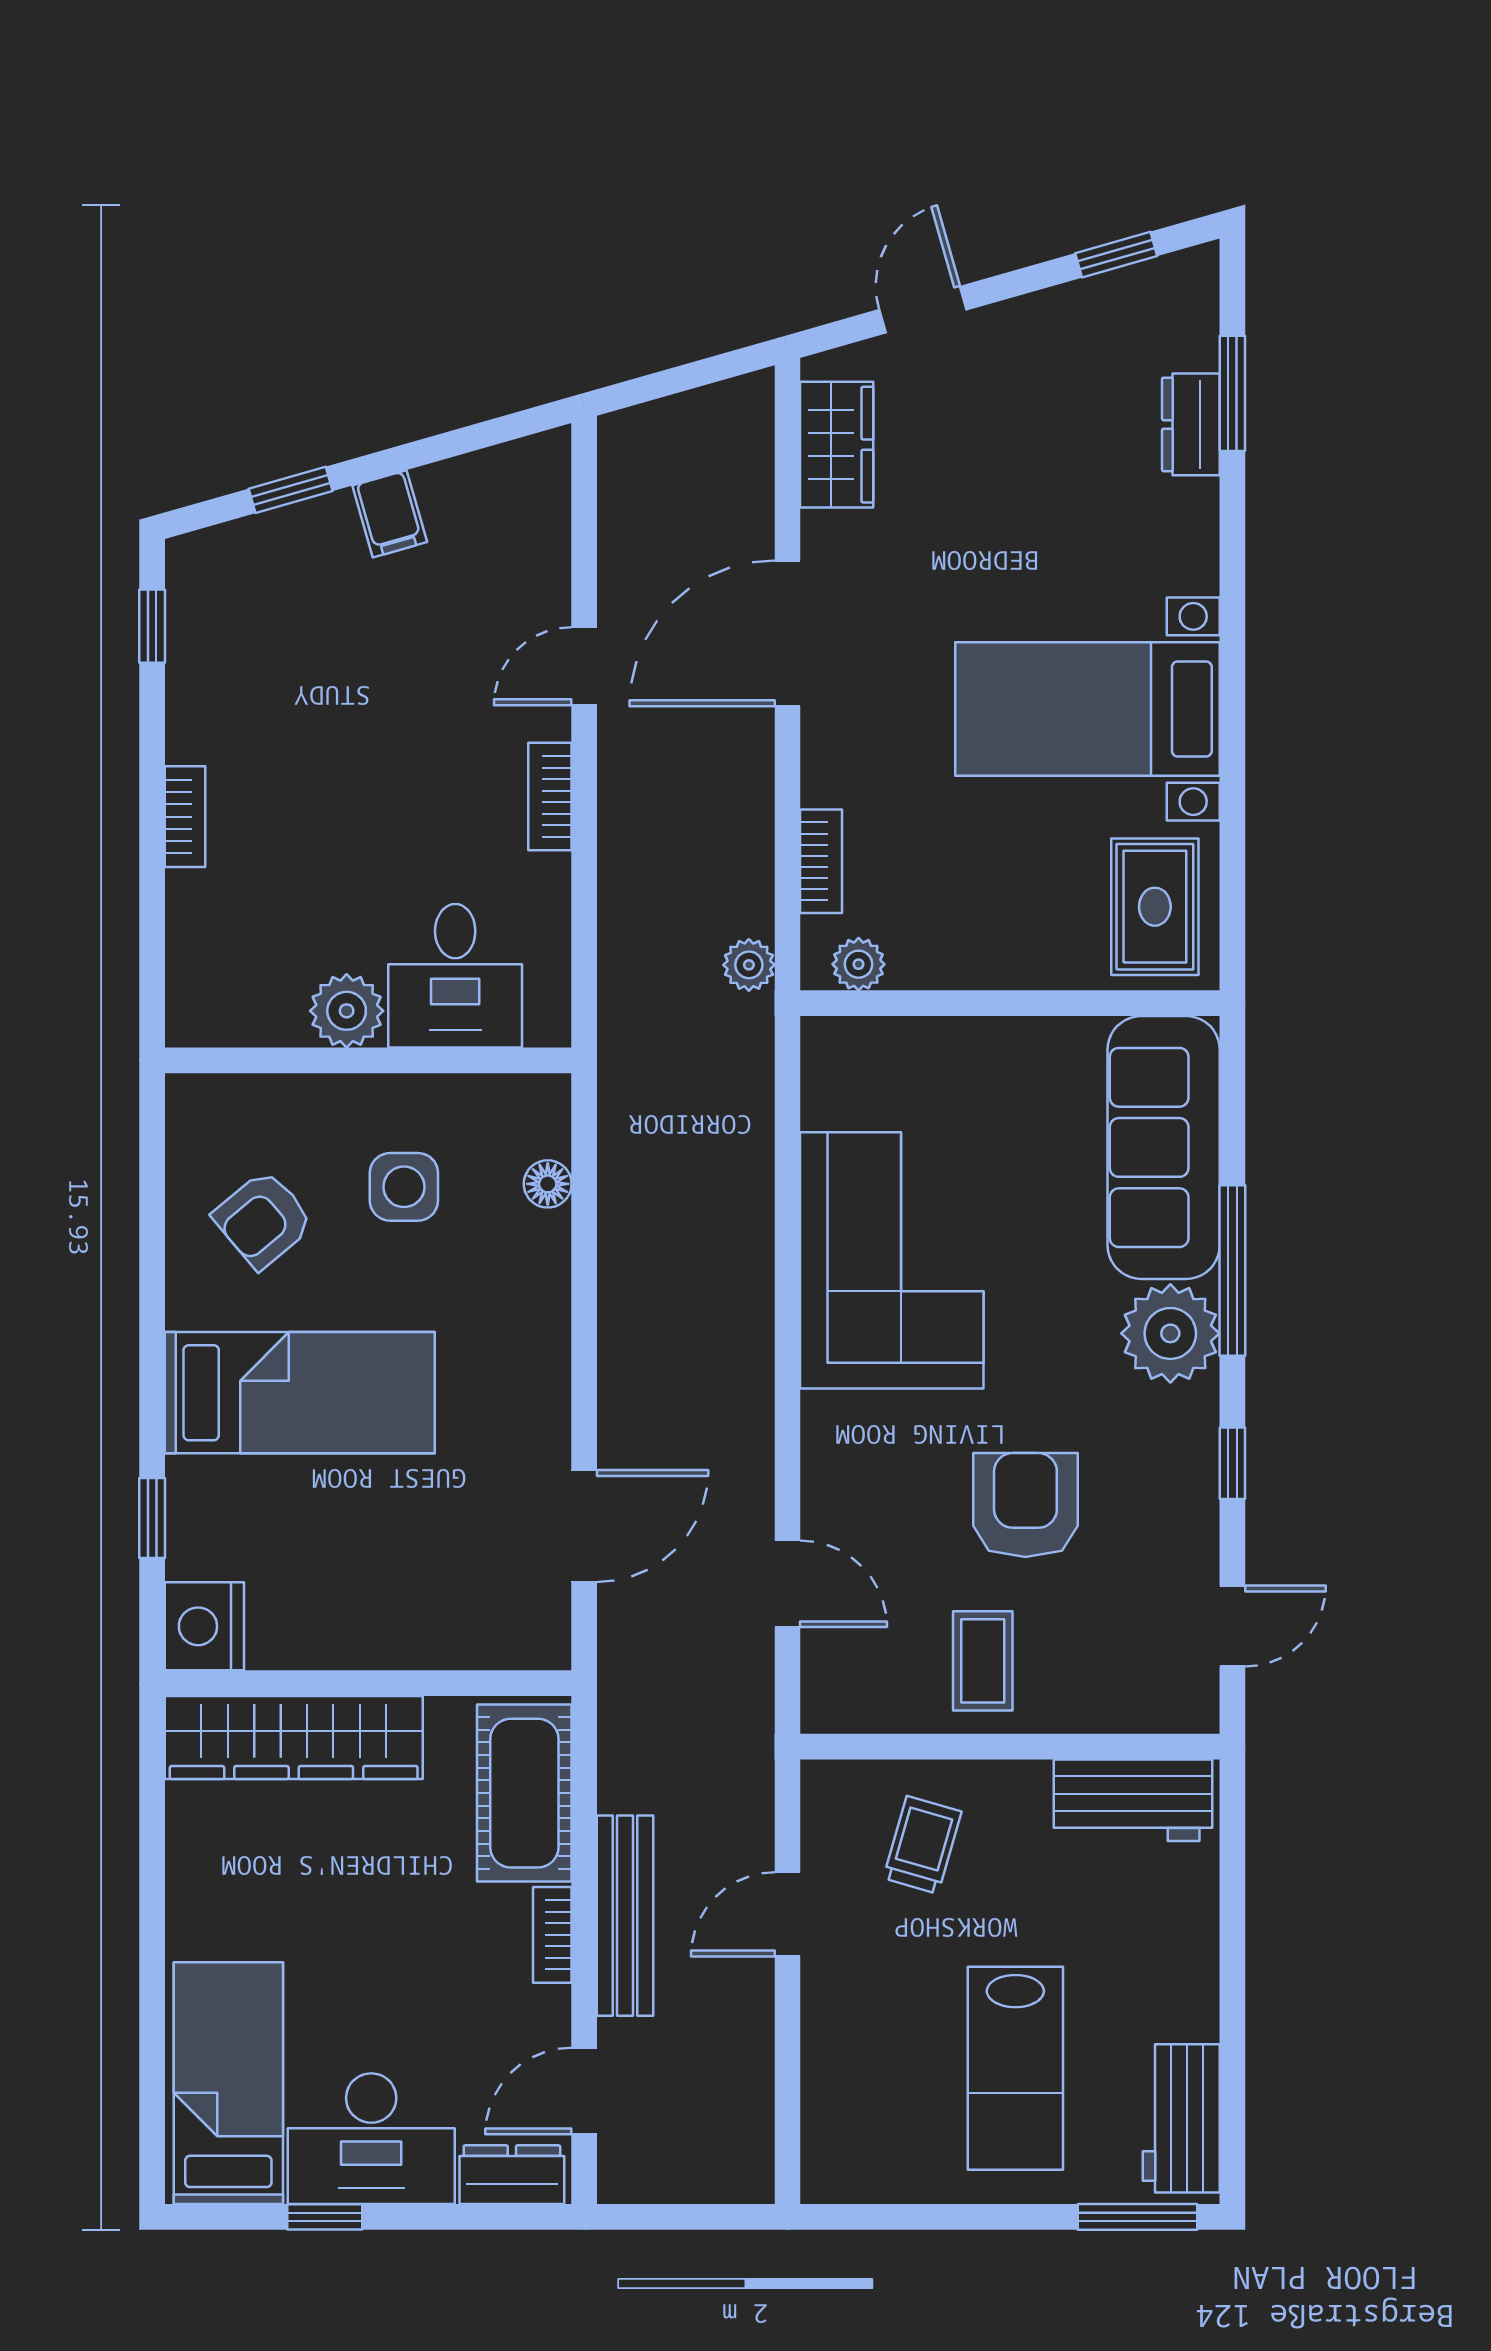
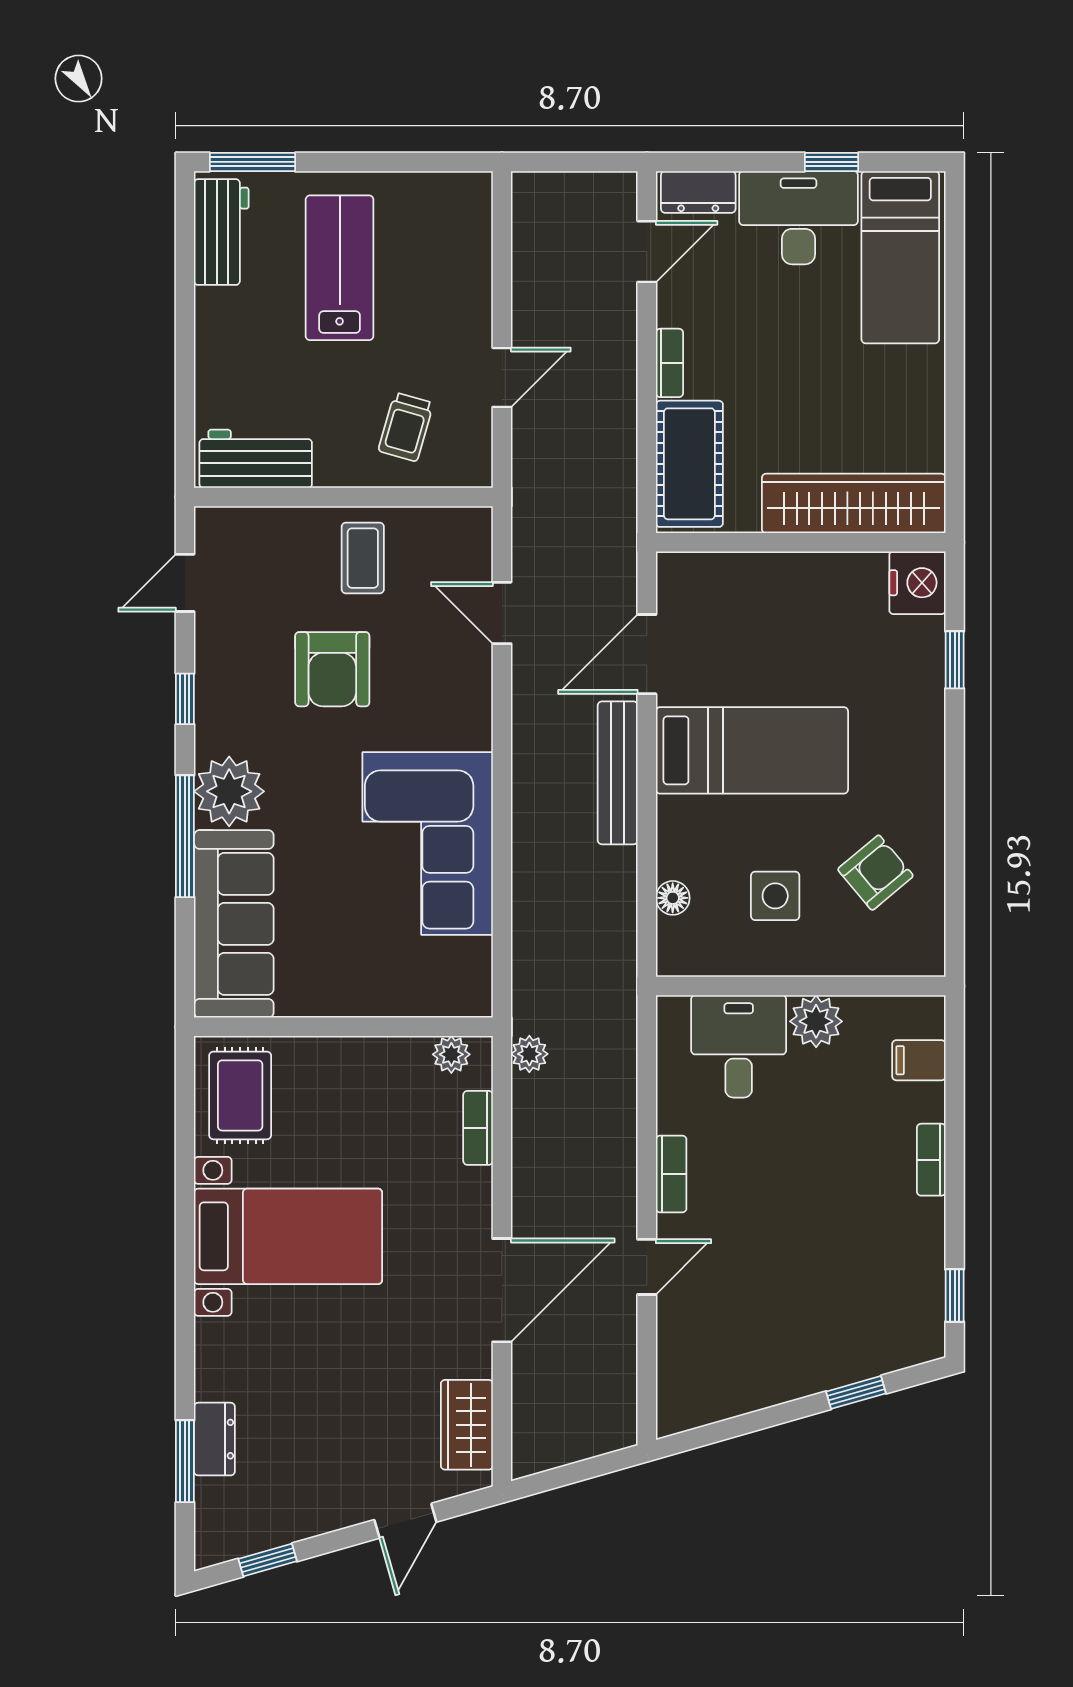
filing cabinet: (390, 514) -> (919, 1060), moved, turned -74
bed: (300, 1393) -> (752, 750), moved, turned 180
bench: (625, 1916) -> (618, 773), moved

